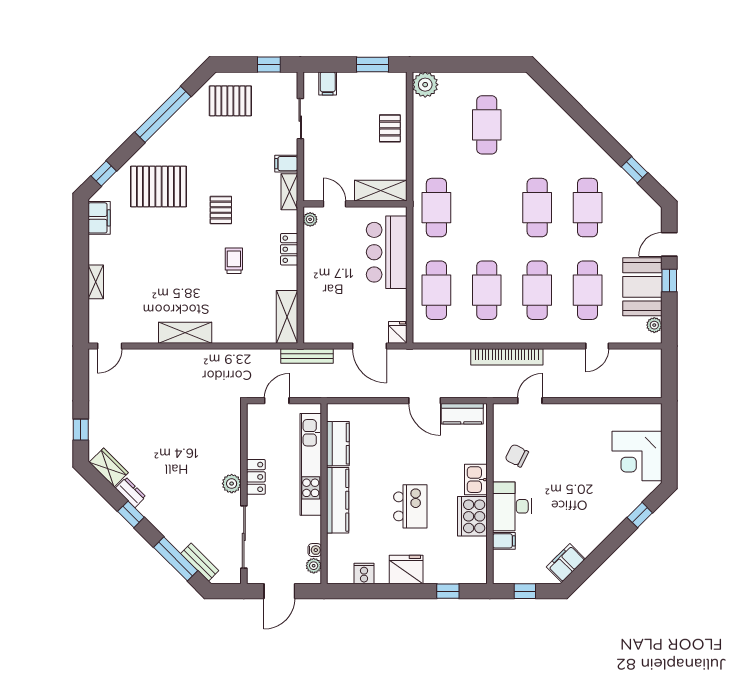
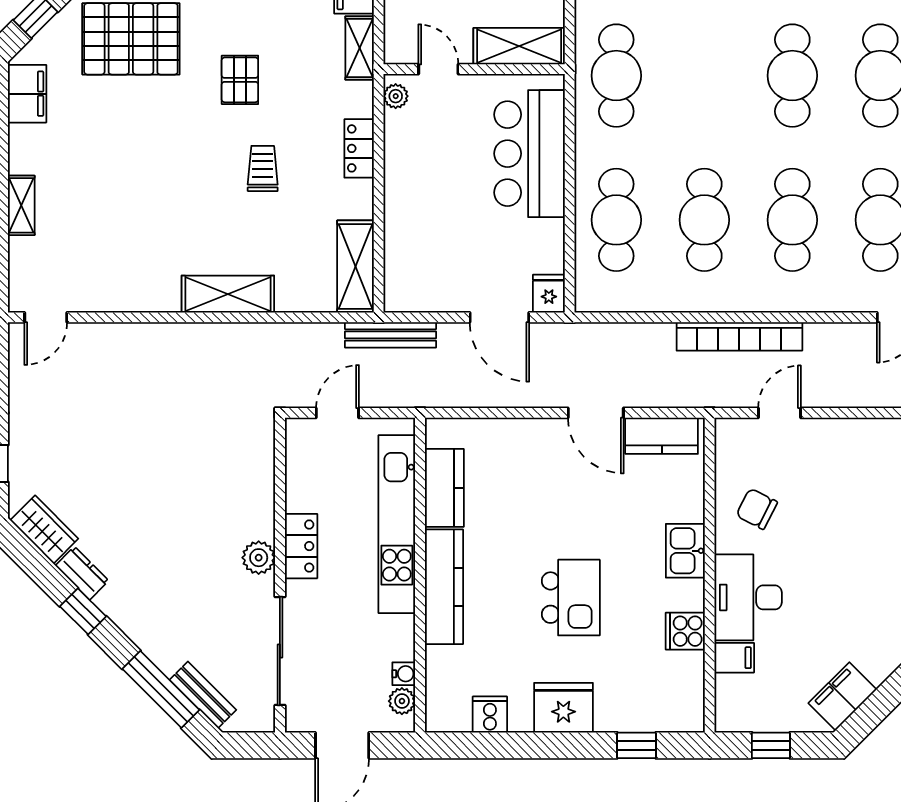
shelving: (185, 333) -> (228, 294), moved
cooker: (472, 516) -> (685, 631), width x0.53, depth x0.76

